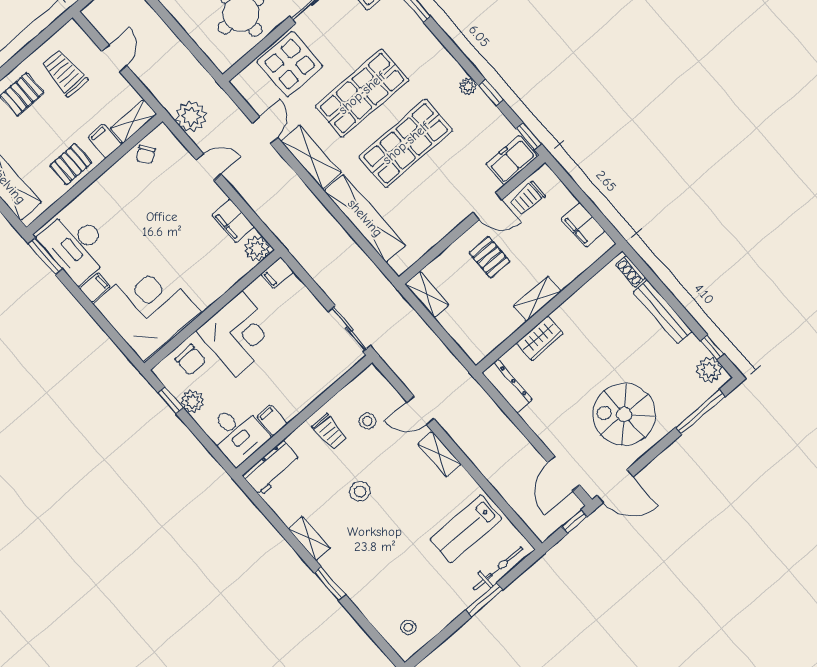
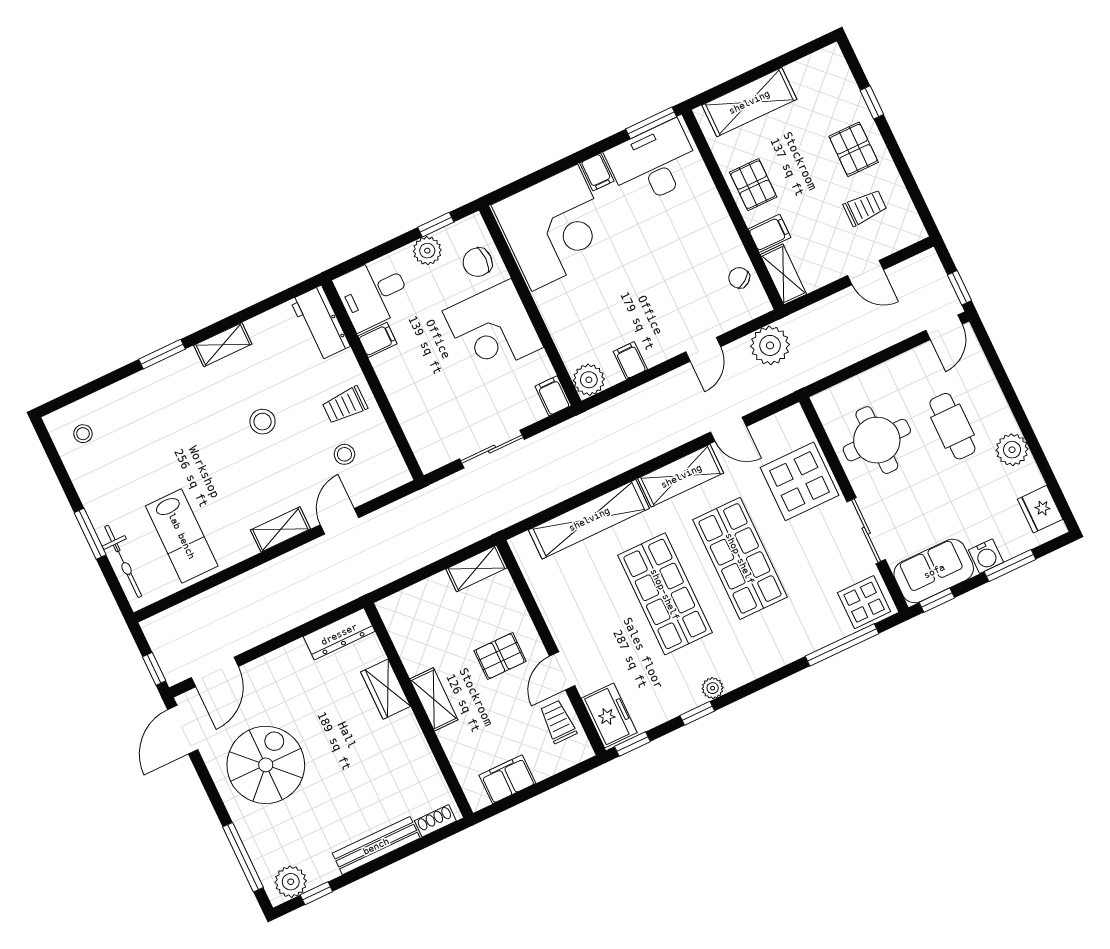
trolley: (64, 73) -> (865, 208), width x0.73, depth x0.72
filing cabinet: (233, 221) -> (630, 360), width x0.50
sliding door: (349, 329) -> (492, 449), moved
door: (564, 474) -> (215, 672), swing flipped
lab bench: (466, 529) -> (182, 536), turned 180

